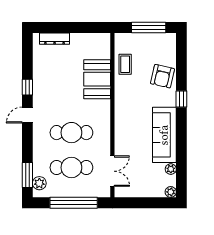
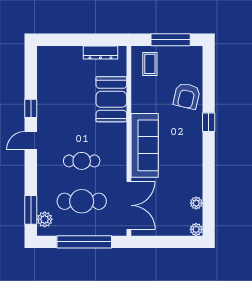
dresser: (55, 39) -> (100, 52), moved
coffee table: (125, 64) -> (150, 64), moved
cafe table: (71, 133) -> (82, 161), width x0.73, depth x0.74
sofa: (164, 135) -> (145, 145), moved, turned 180
double door: (112, 171) -> (129, 205), width x1.37

